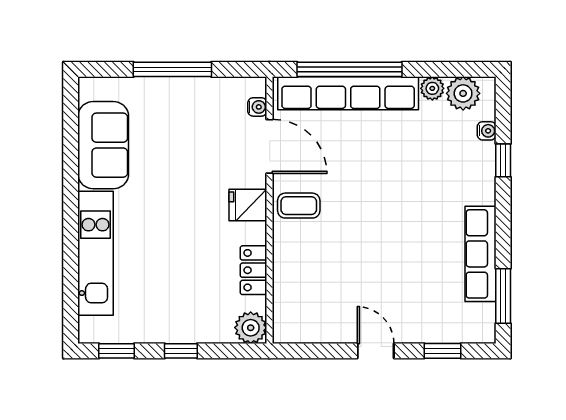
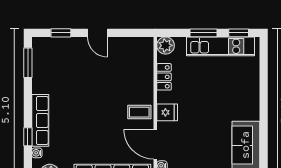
kitchen unit: (95, 253) -> (221, 46), moved, turned -90
row of seats: (480, 254) -> (40, 120), moved
window: (181, 351) -> (204, 33), width x1.50

